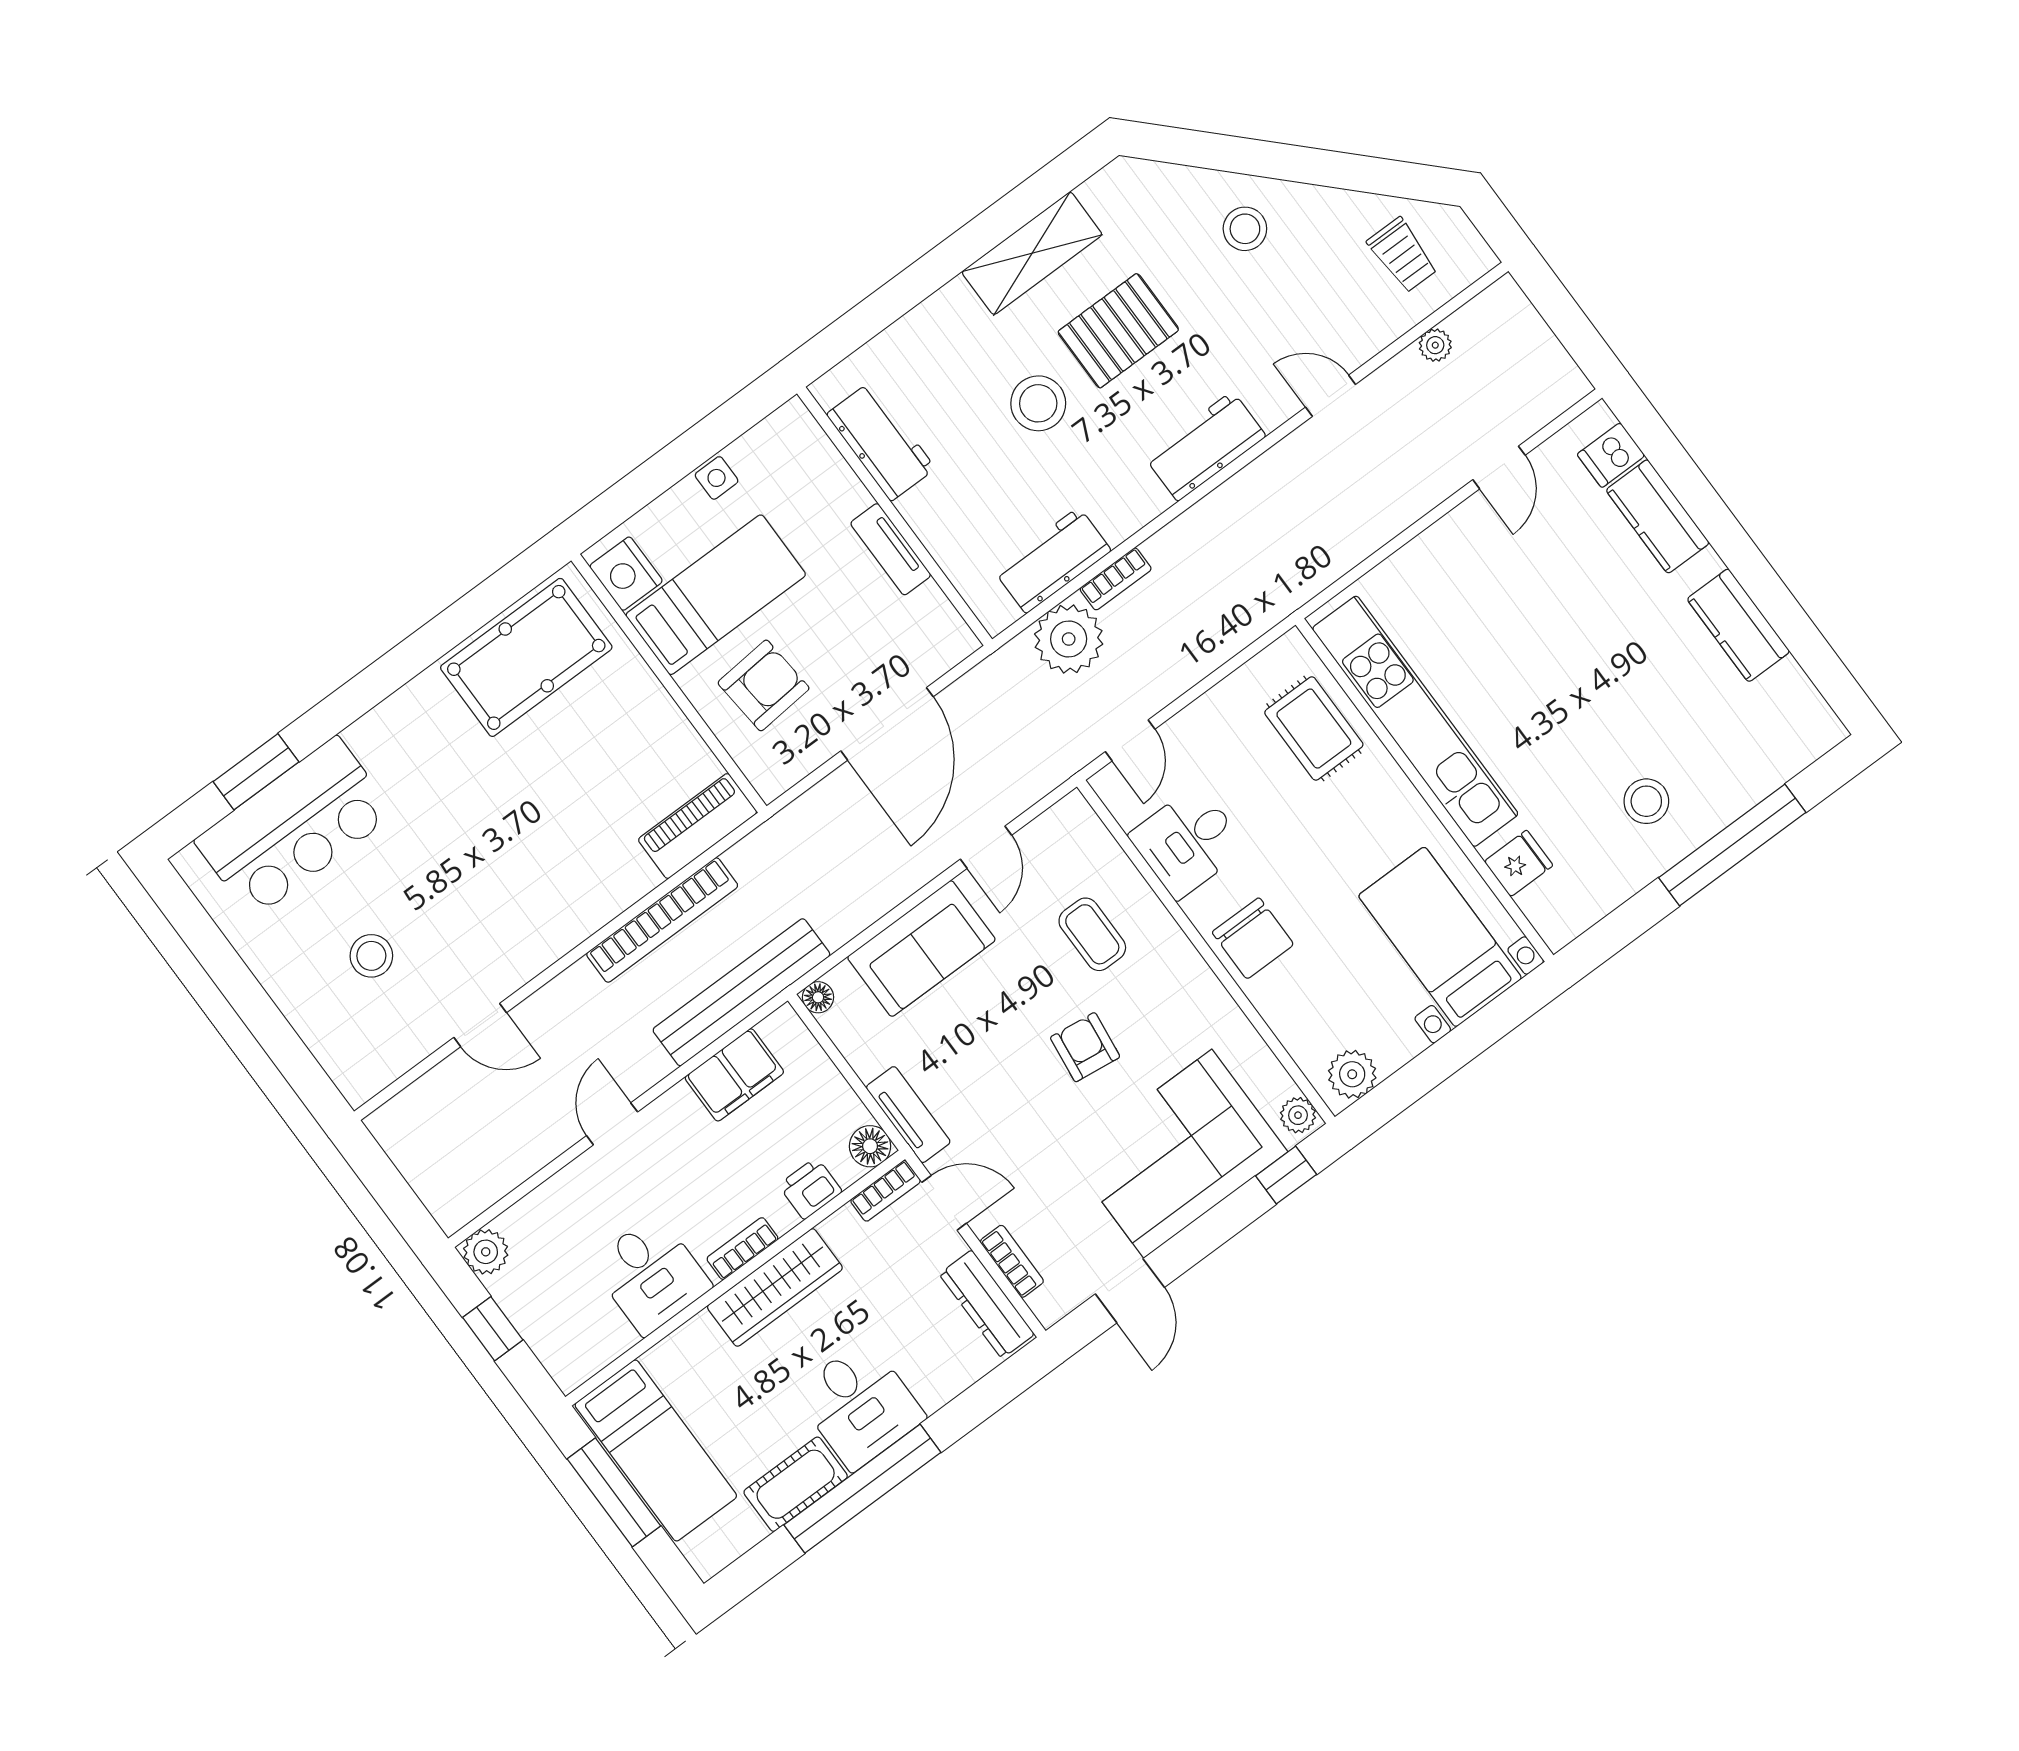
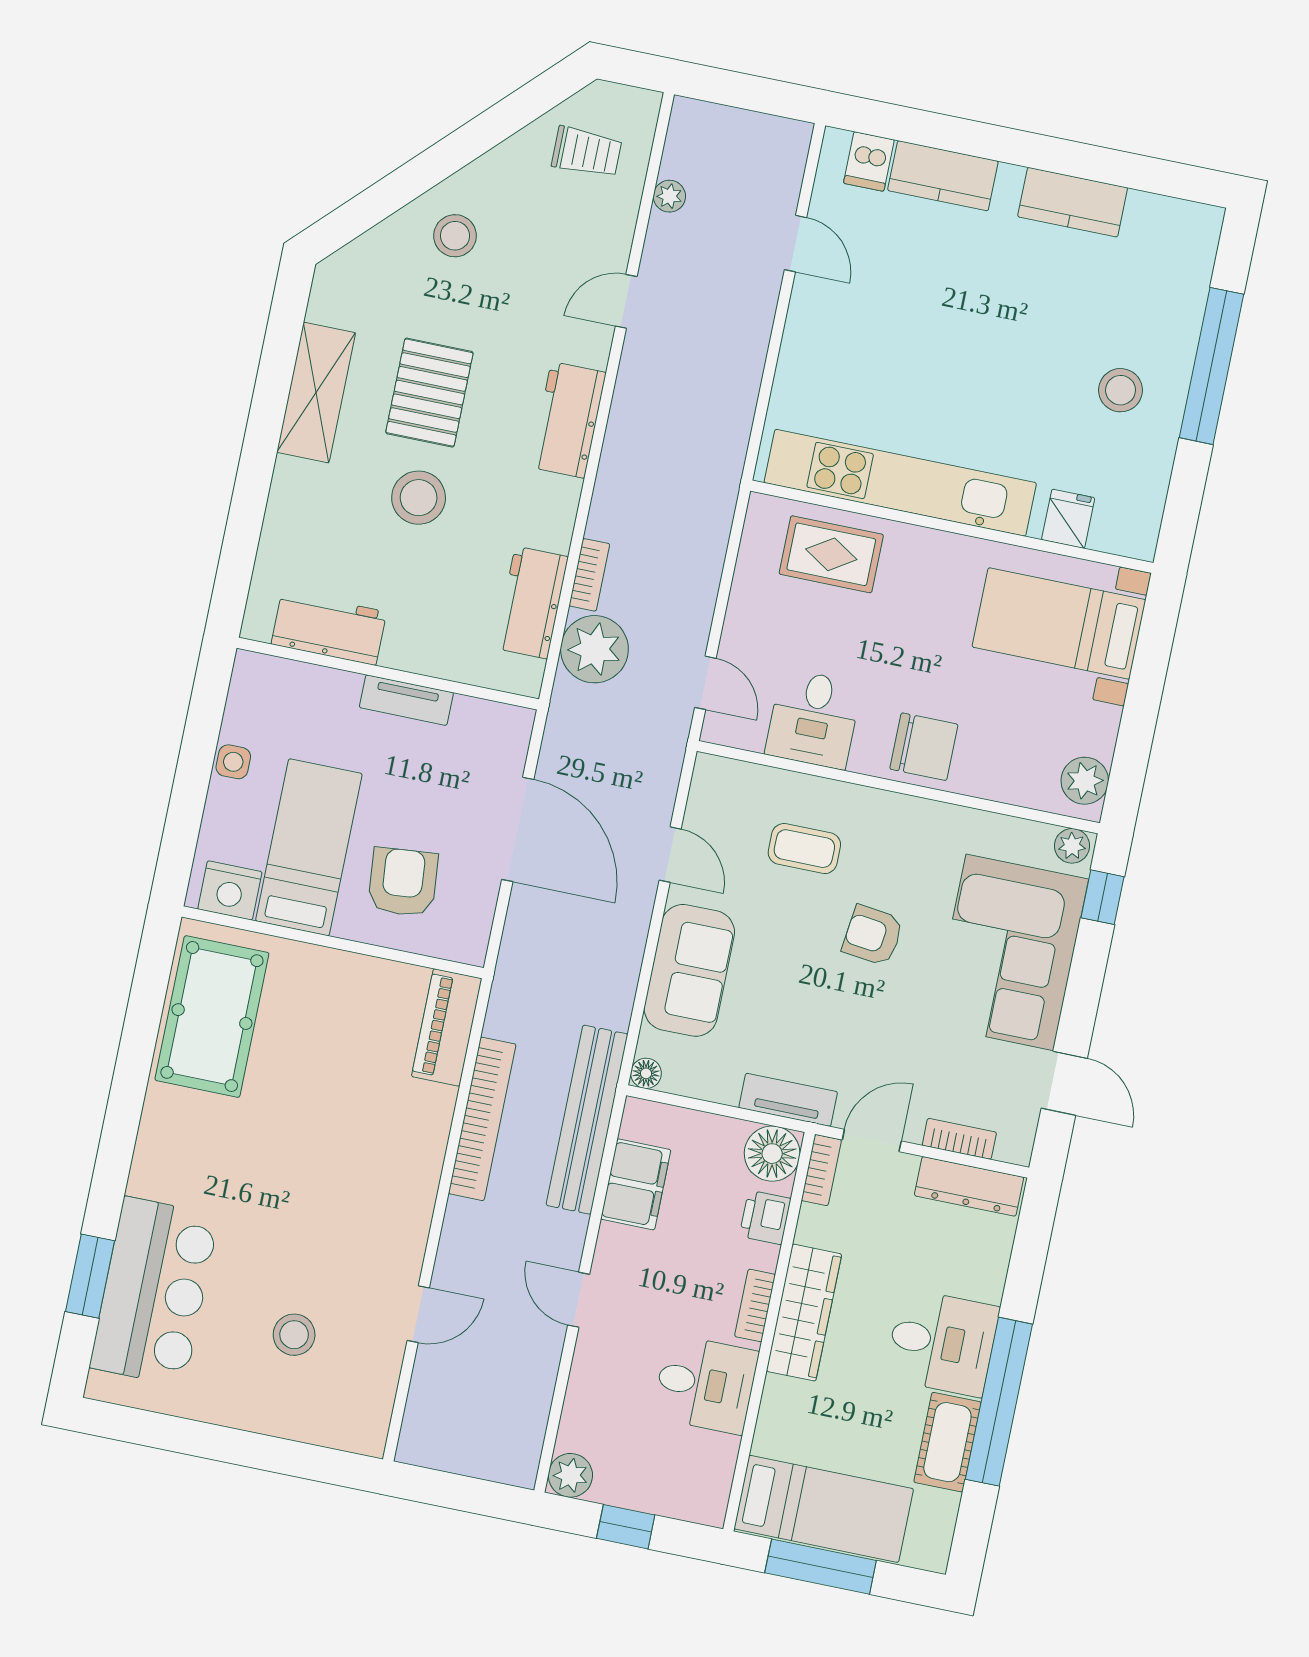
floor lamp: (870, 1146) -> (772, 1154), width x1.38, depth x1.38

